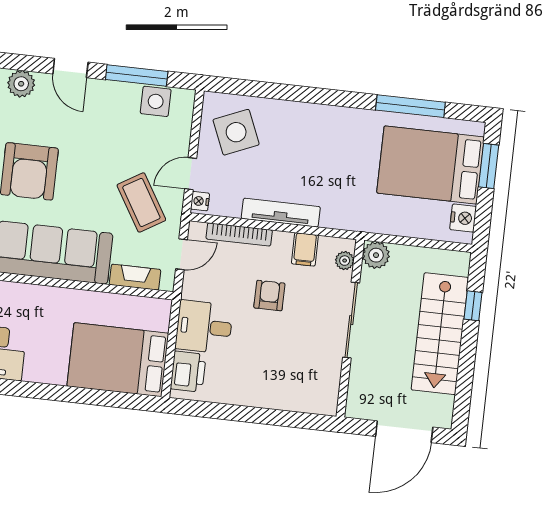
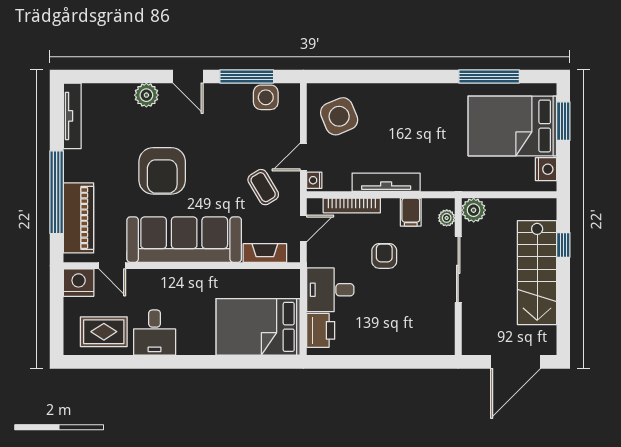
coffee table: (141, 202) -> (263, 187), width x0.73, depth x0.77

